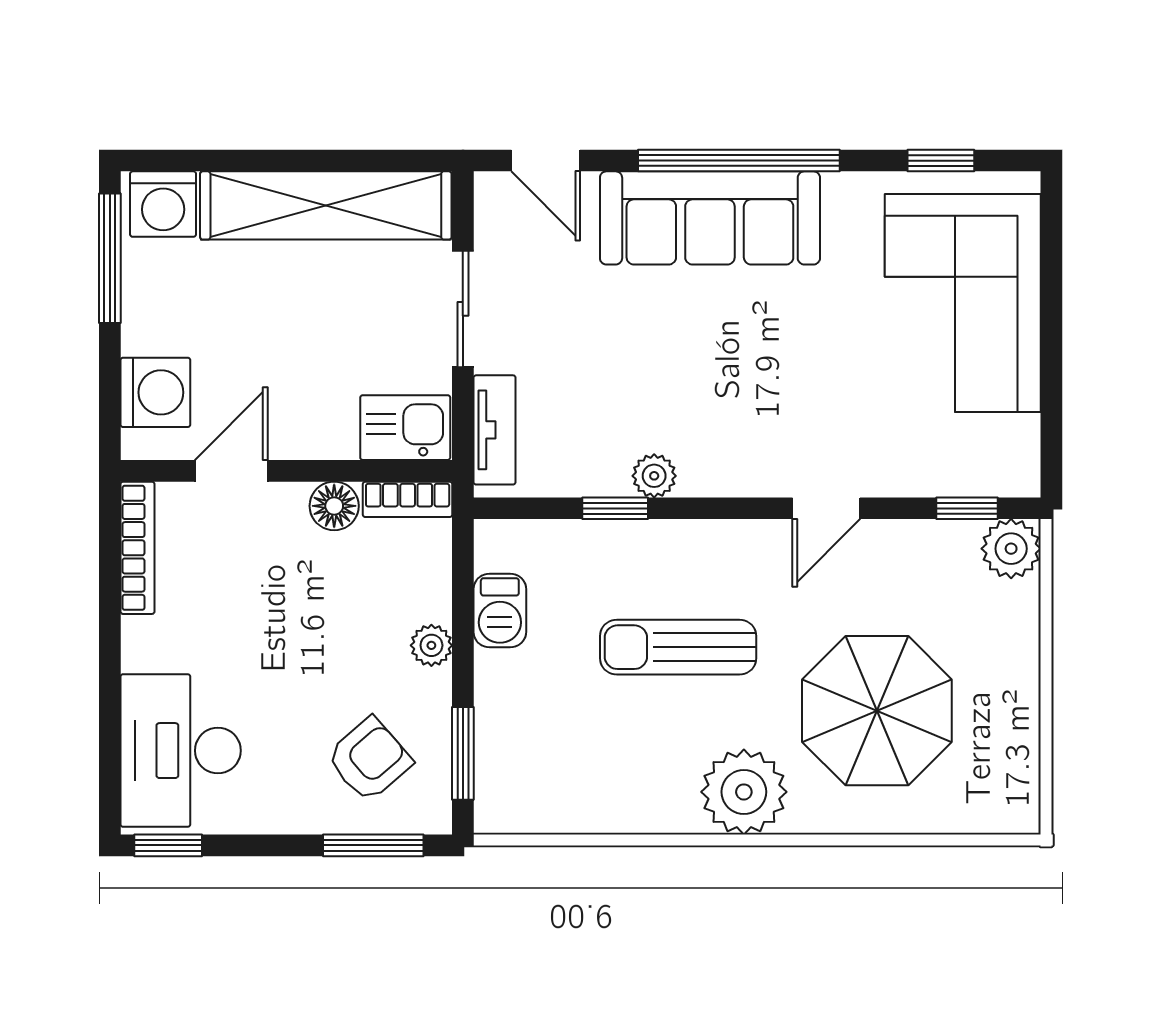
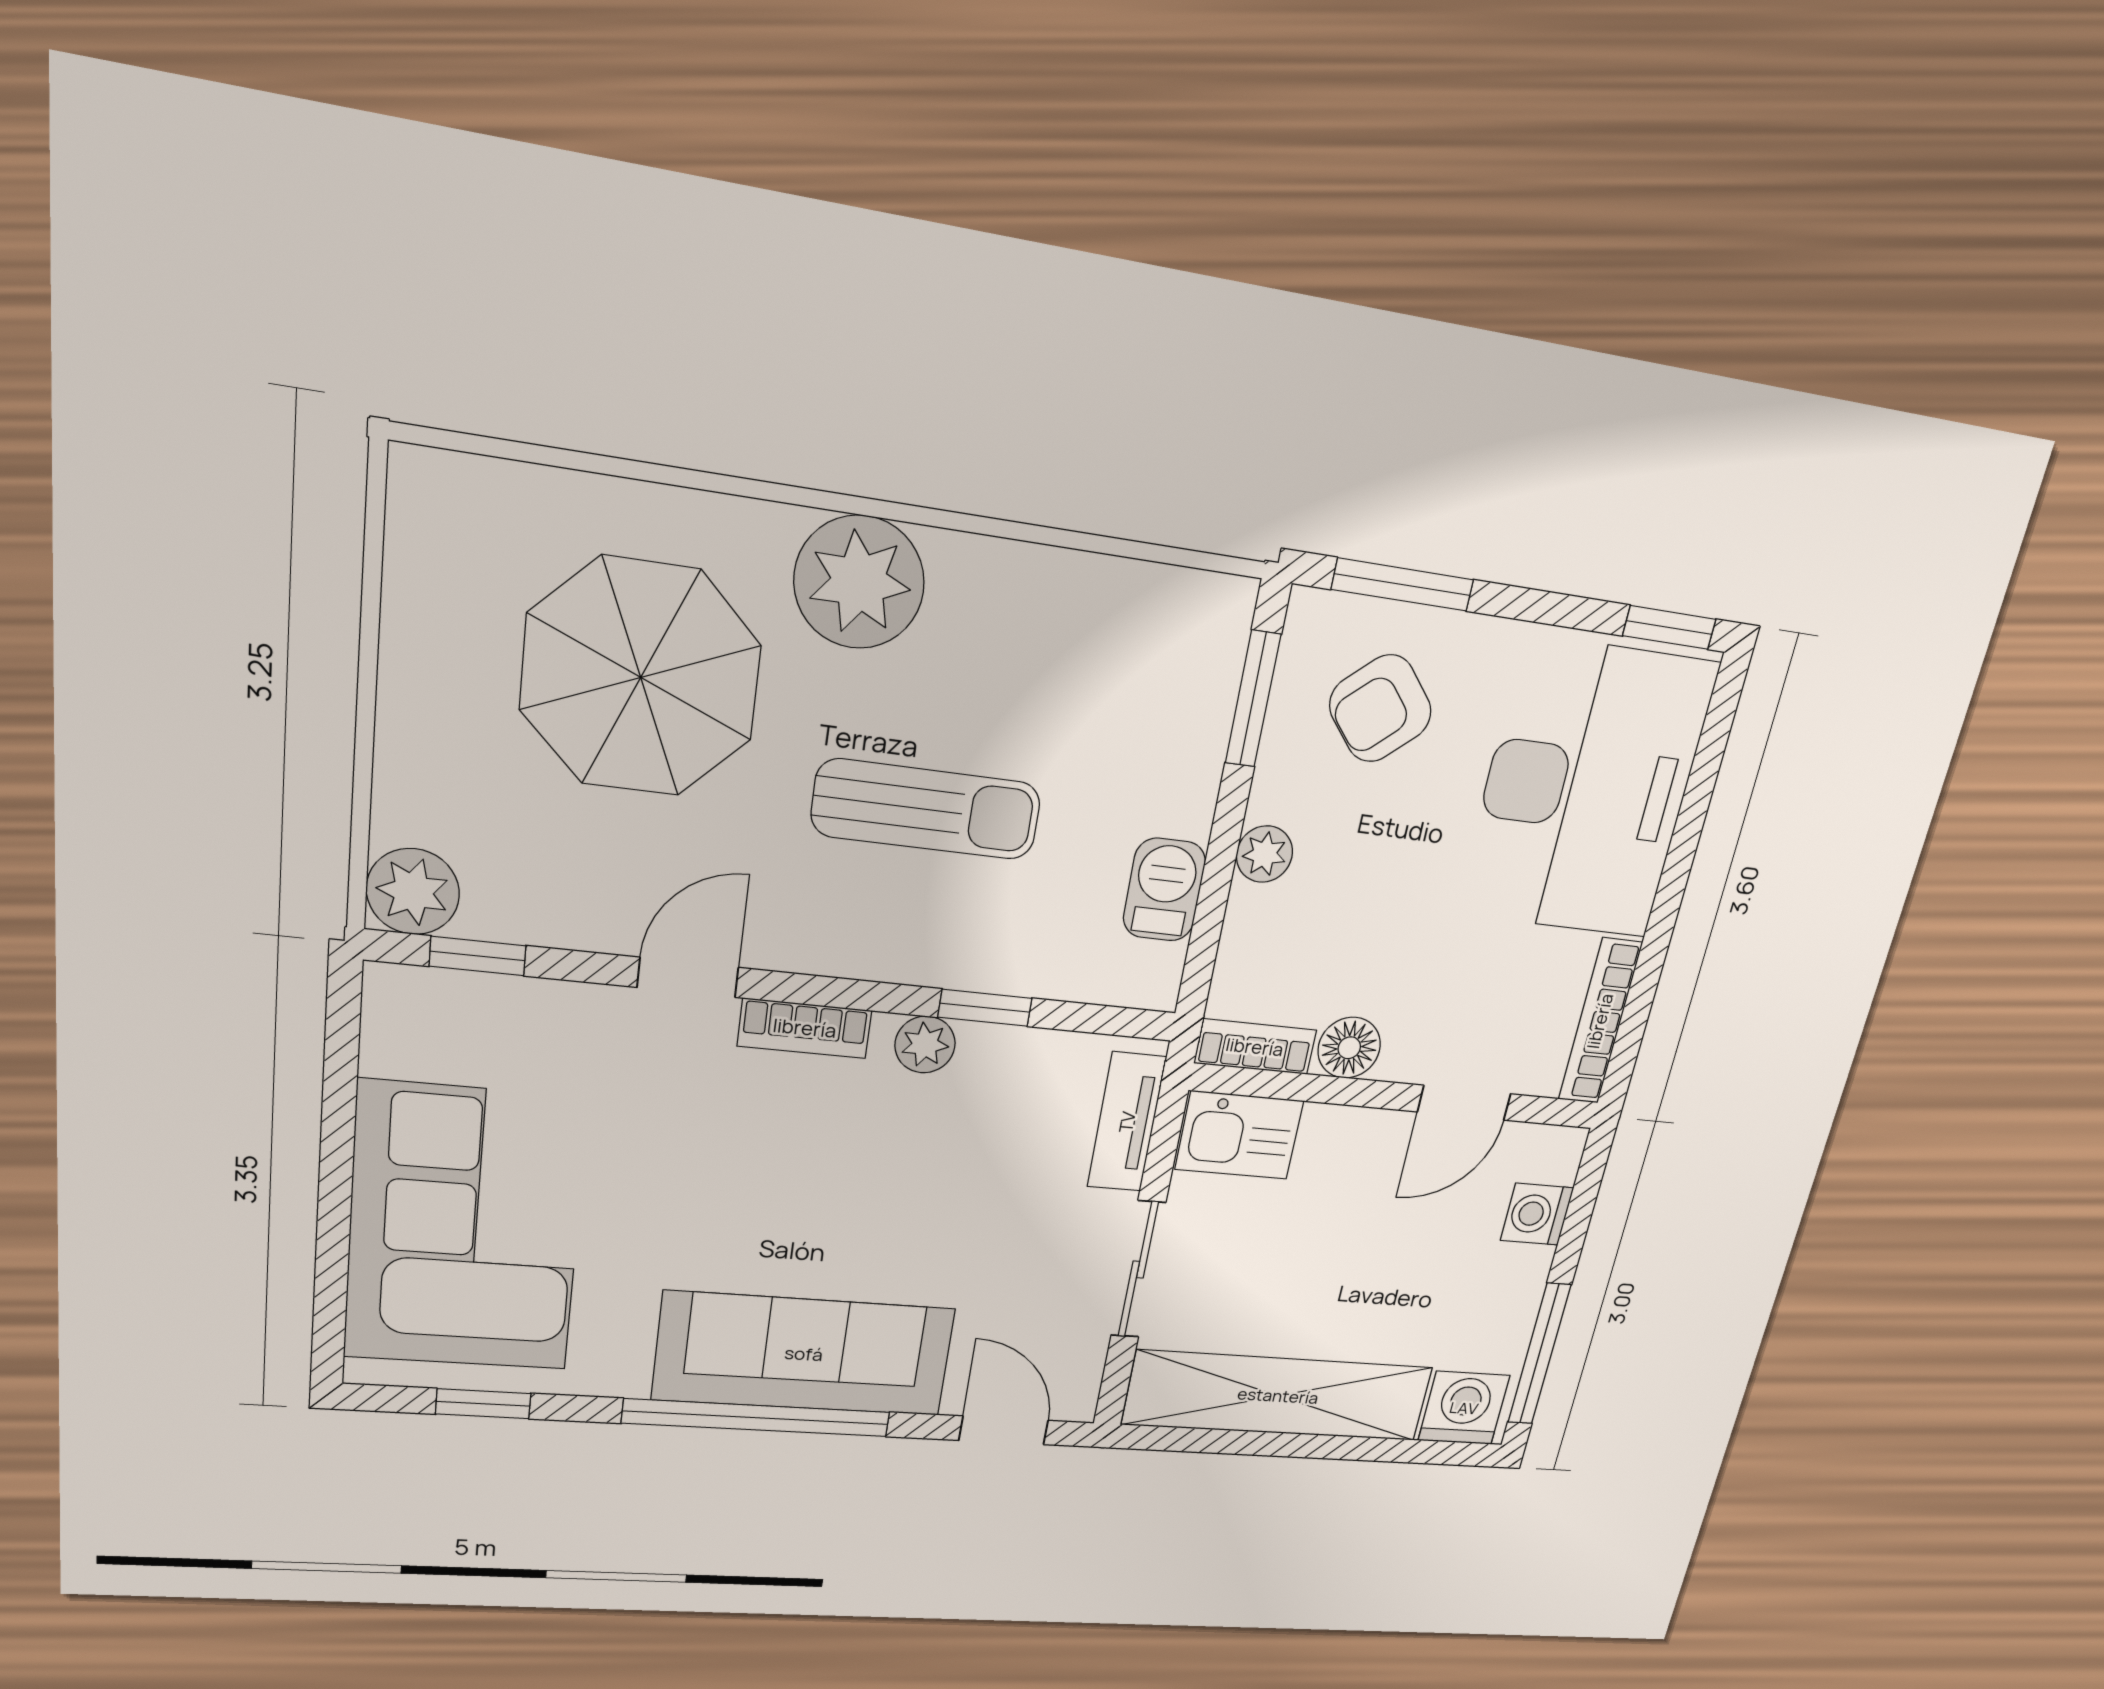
washing machine: (155, 392) -> (1537, 1214), width x0.73, depth x0.73
bookcase: (741, 479) -> (805, 1028), added
desk: (181, 751) -> (1586, 790), width x1.36, depth x1.30

